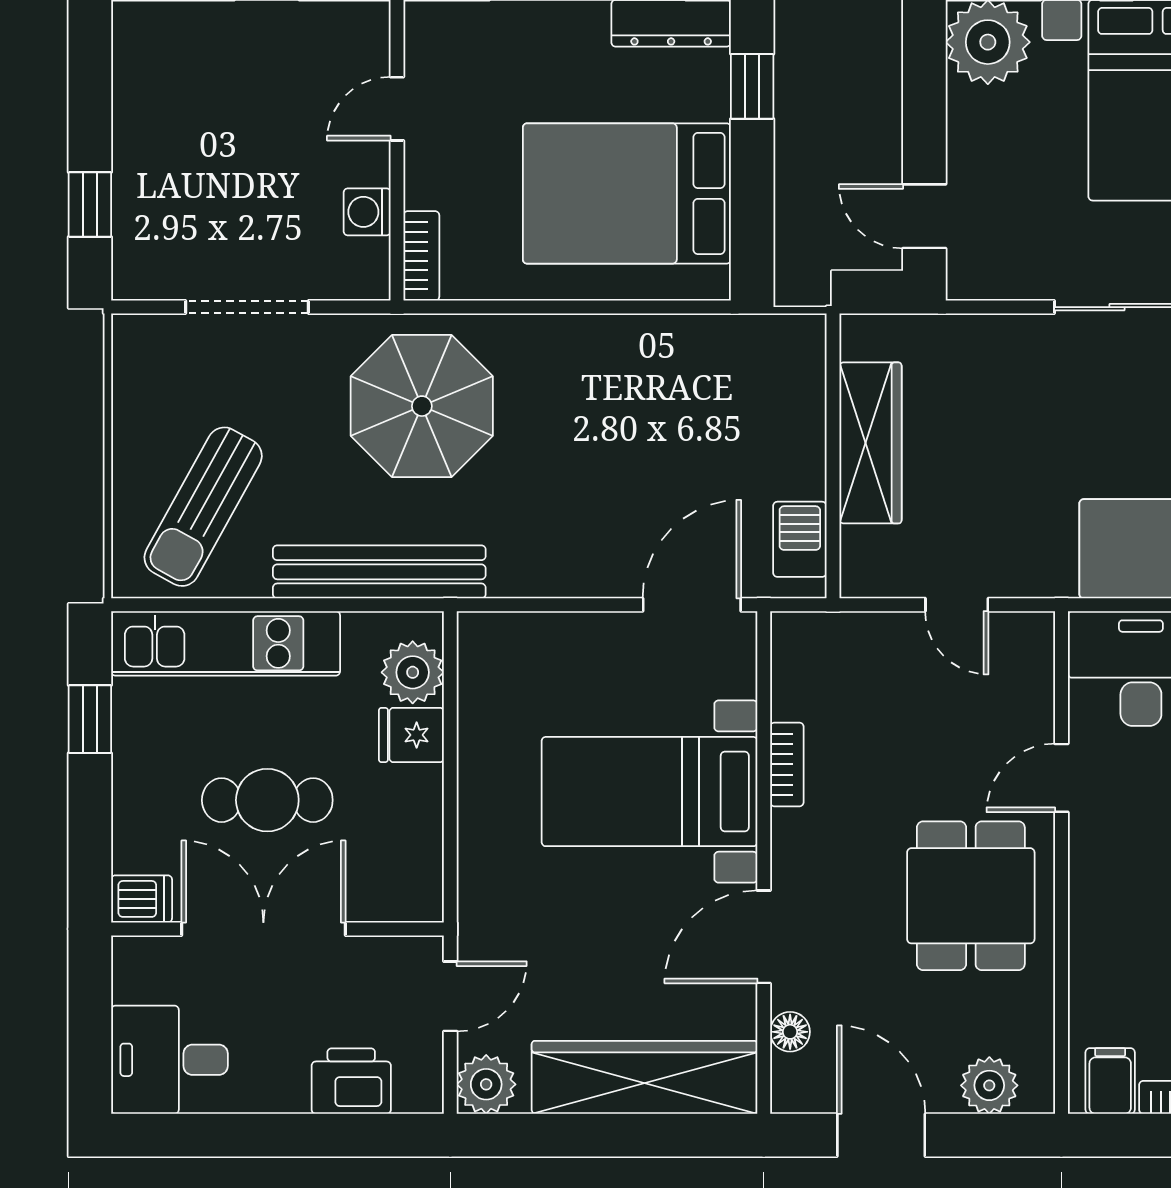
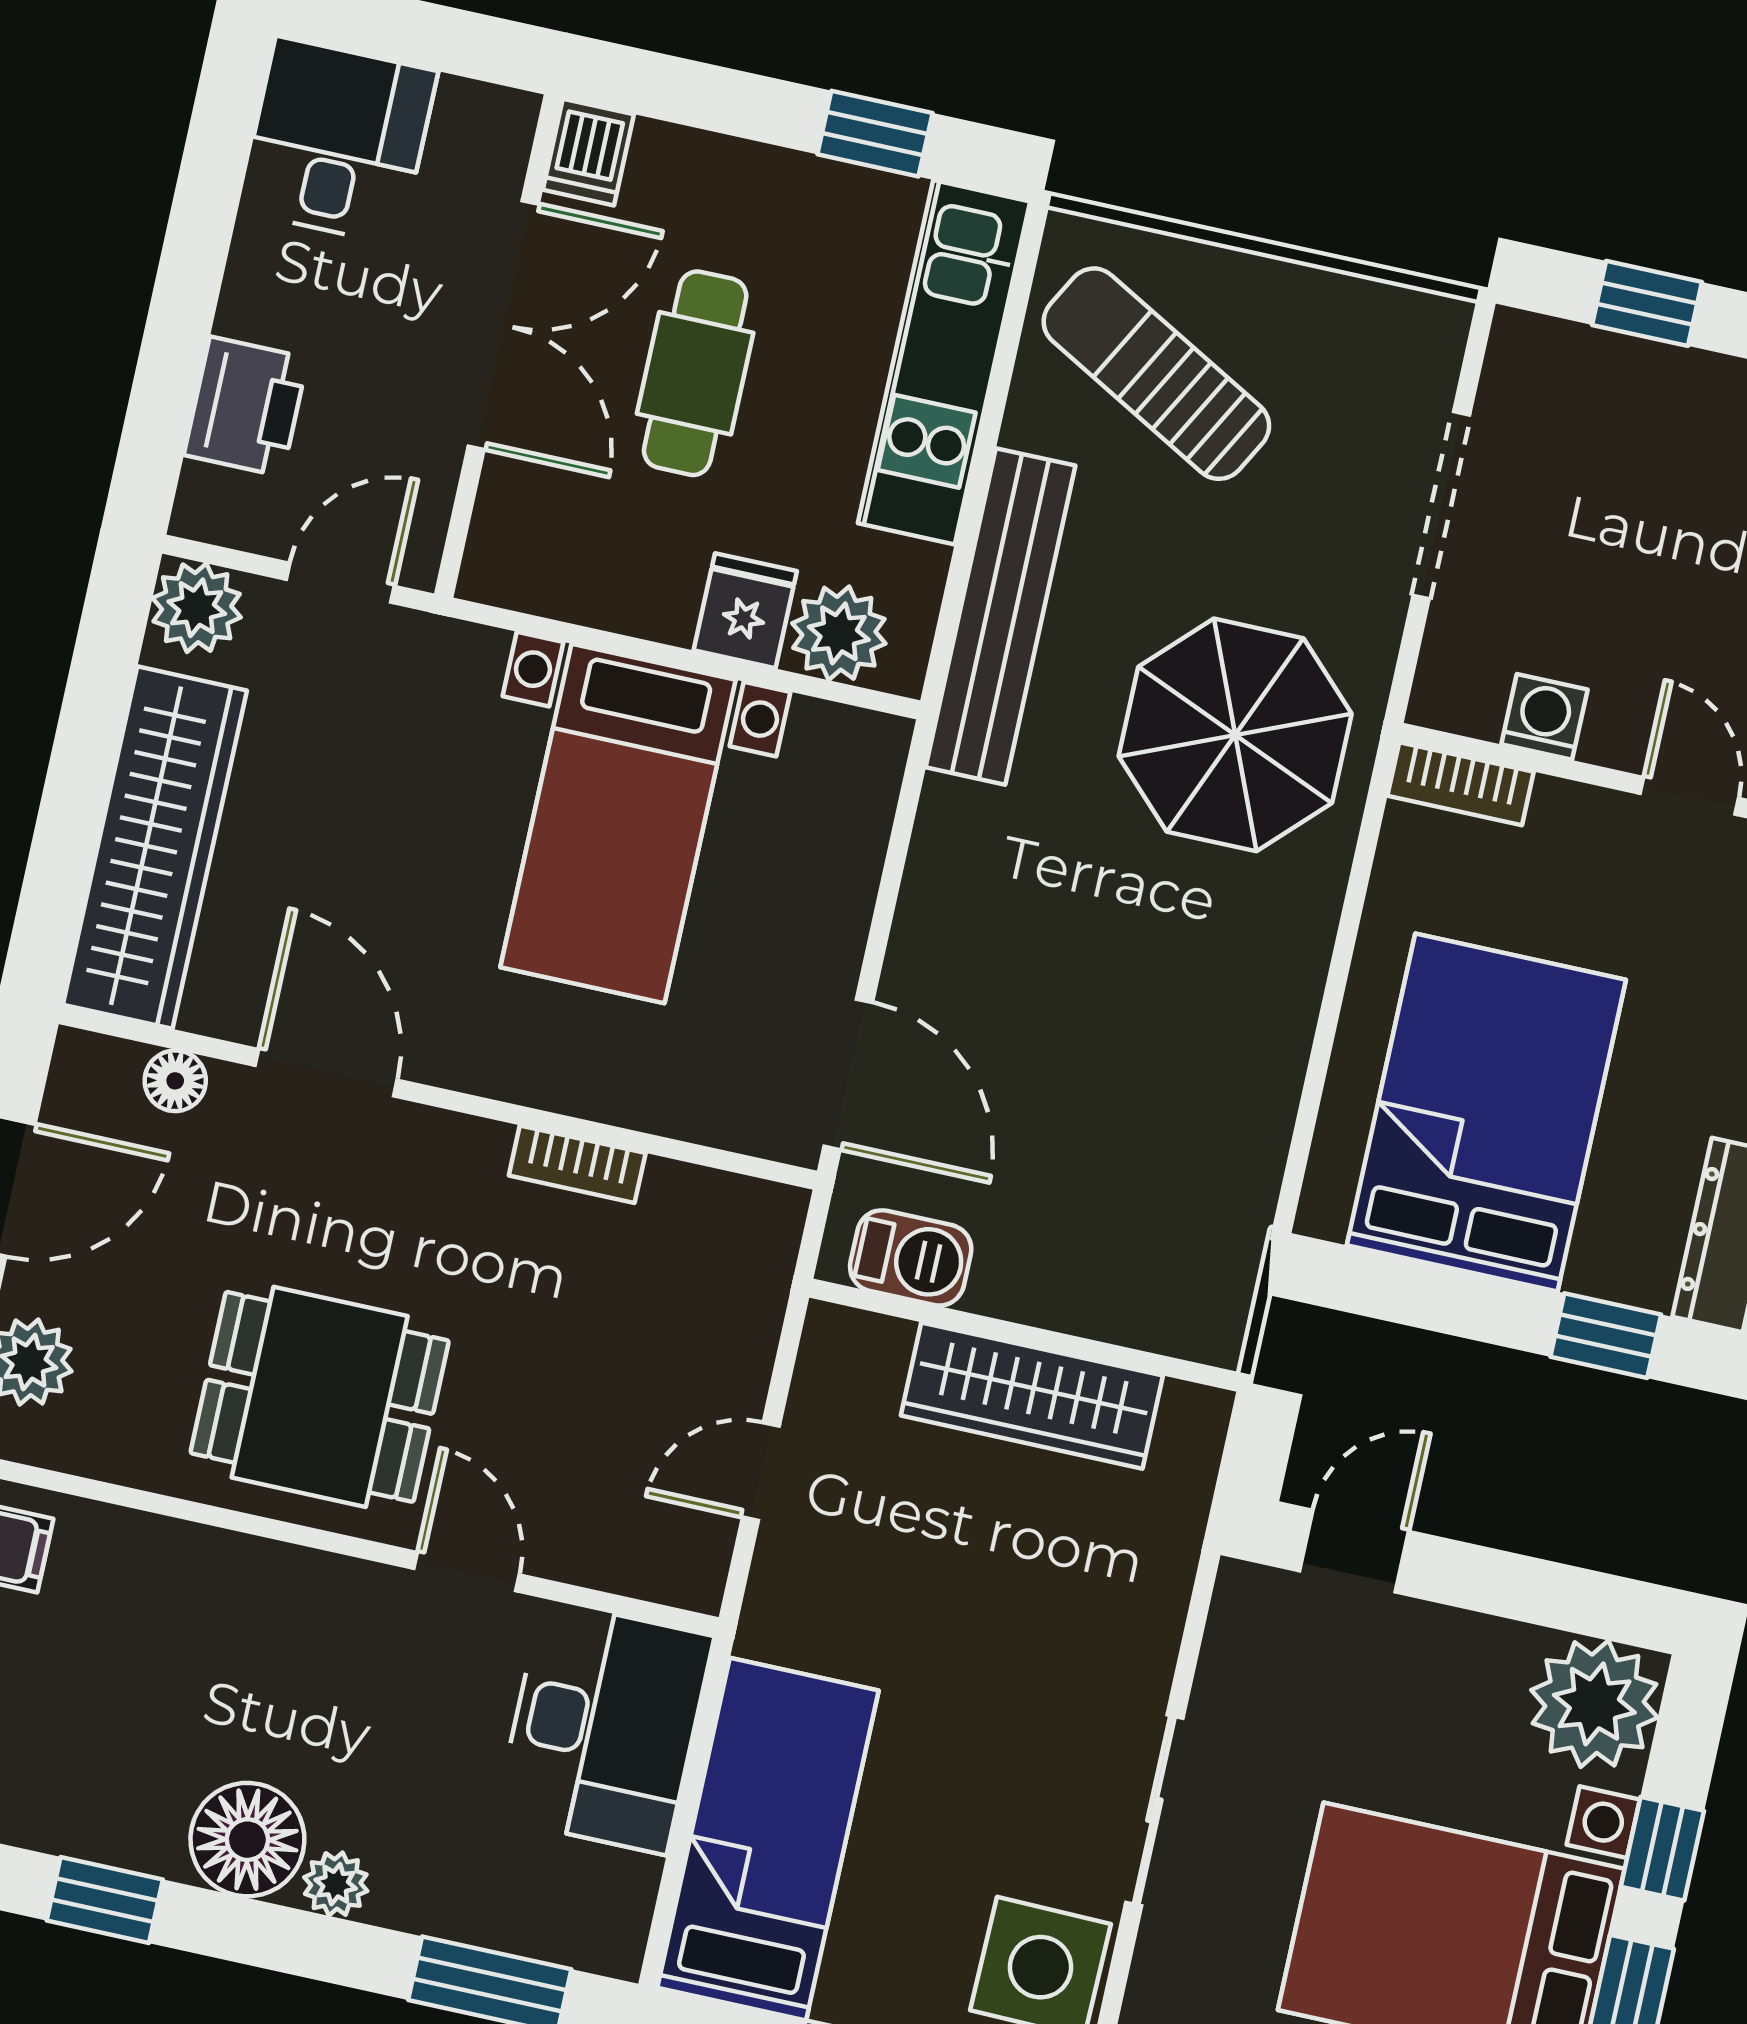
bed with nightstands: (650, 792) -> (618, 824), moved, turned 180
door: (450, 996) -> (340, 583), swing flipped

